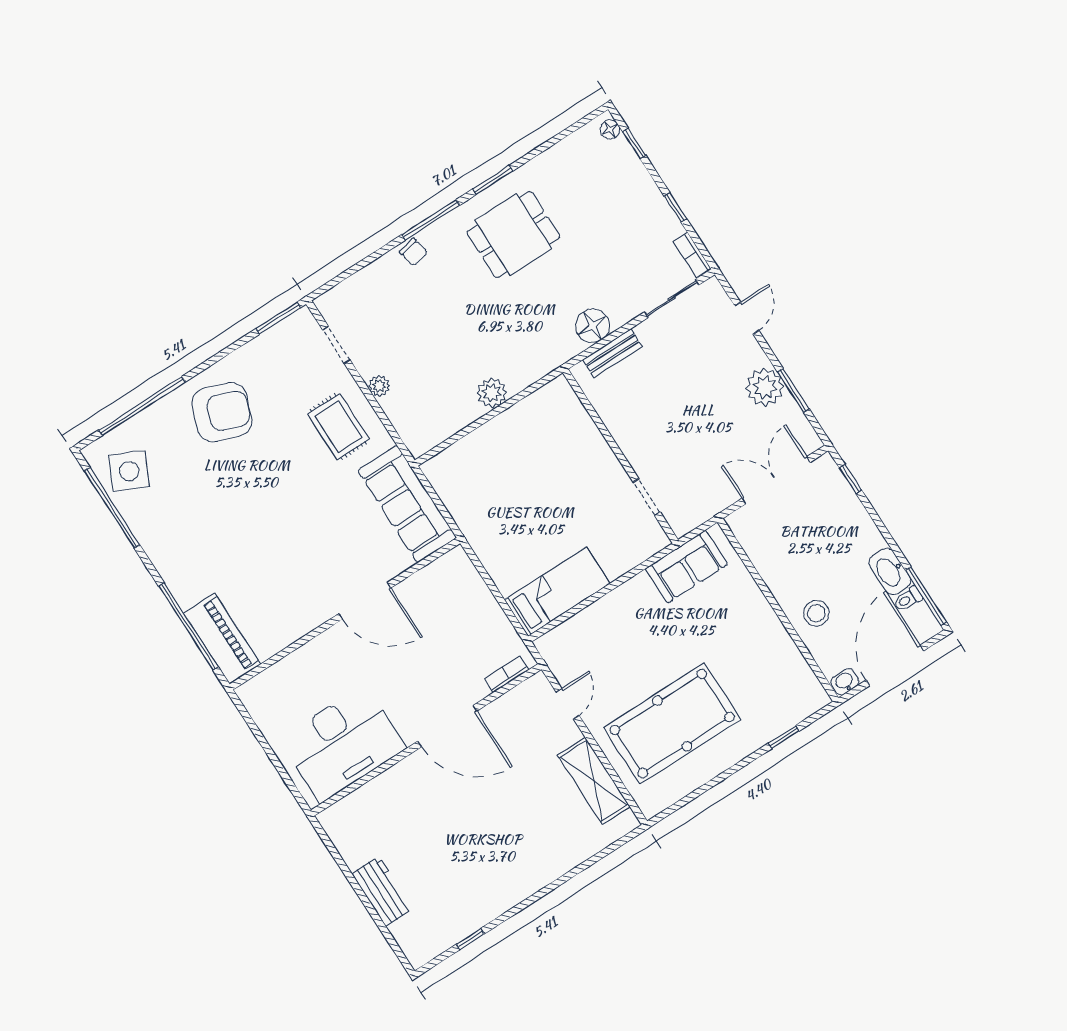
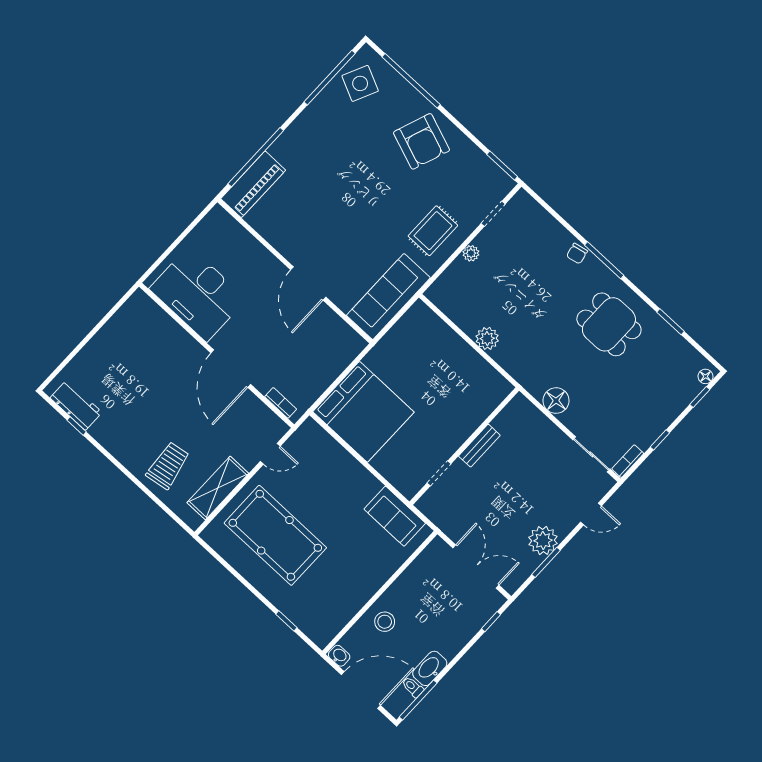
window: (493, 180) -> (670, 322), moved
bench: (612, 353) -> (479, 446), moved, turned 90
bed: (557, 592) -> (363, 412), width x2.04
trolley: (549, 837) -> (168, 465), added
workbench: (382, 891) -> (76, 405), moved, turned -90

